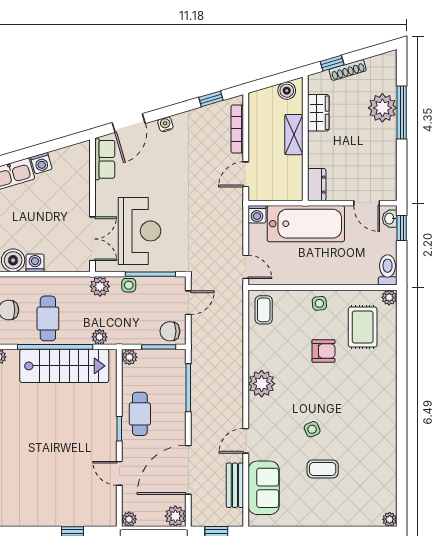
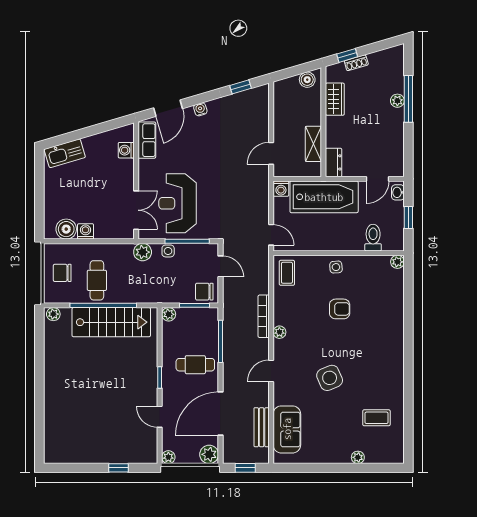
shoe rack: (348, 70) -> (356, 63), width x0.70
plant: (382, 108) -> (397, 101), width x0.53, depth x0.53
bookcase: (237, 129) -> (264, 316), moved
shelving: (294, 135) -> (313, 144), moved
washing machine: (41, 163) -> (126, 150), moved, turned 106
door: (367, 203) -> (377, 179), hinge flipped
window: (402, 228) -> (408, 218), moved
reception desk: (140, 231) -> (178, 203), turned 180
toilet: (388, 270) -> (373, 238), moved
door: (188, 303) -> (220, 266), hinge flipped
rug: (363, 327) -> (374, 288), removed
plant: (99, 337) -> (142, 297), removed
plant: (262, 384) -> (279, 332), width x0.53, depth x0.53
cafe table: (140, 414) -> (195, 365), moved, turned 90
side table: (312, 429) -> (330, 378), width x1.87, depth x1.87
door: (246, 441) -> (271, 371), moved
coffee table: (323, 469) -> (376, 418), moved
plant: (390, 519) -> (358, 457), moved

